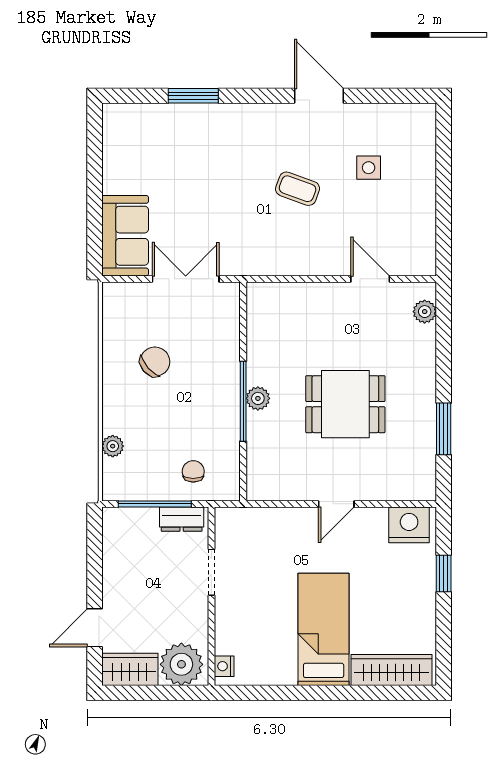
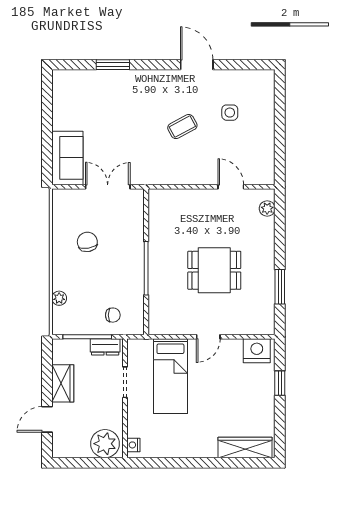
coffee table: (298, 189) -> (182, 127), turned -48
chair: (155, 362) -> (87, 242), turned -58
plant: (258, 398) -> (156, 266), removed
chair: (193, 471) -> (113, 315), turned 90
bed: (324, 629) -> (170, 376), moved, turned 180
wardrobe: (130, 669) -> (63, 383), moved, turned 90

